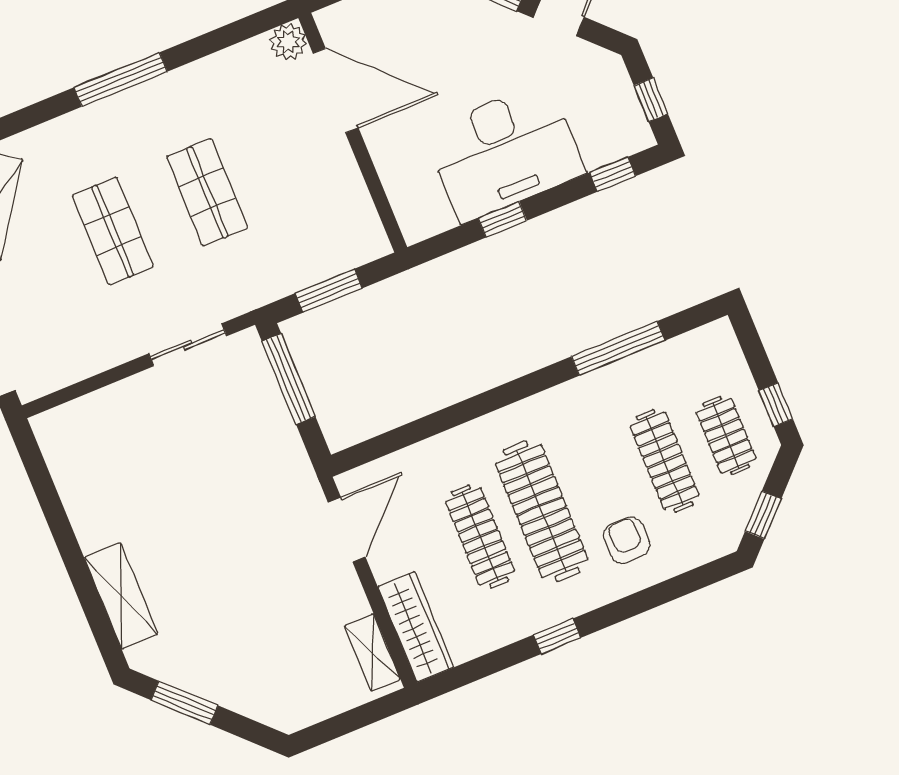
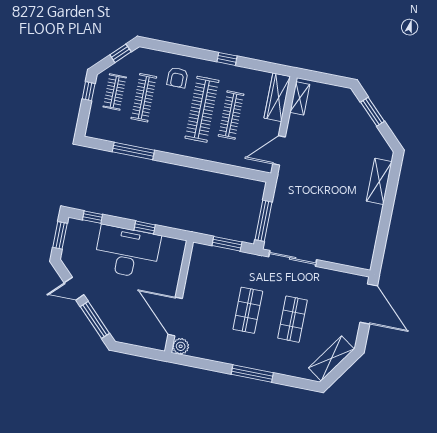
window: (651, 100) -> (60, 235), width x1.50
sliding door: (188, 345) -> (293, 258), width x1.37
window: (184, 703) -> (373, 112), moved

